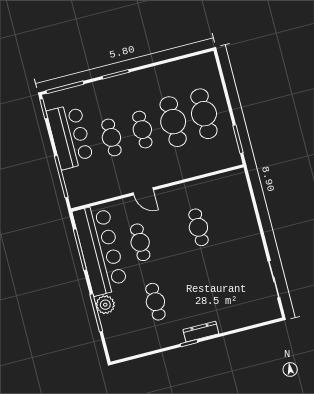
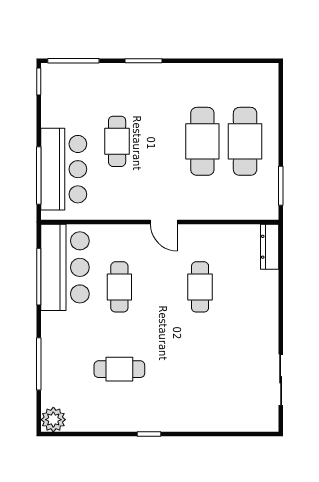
cafe table: (142, 130) -> (160, 141), removed
bar counter: (70, 136) -> (64, 169), moved
door: (143, 191) -> (164, 222), moved
bar counter: (100, 250) -> (65, 267), width x0.73
cafe table: (155, 302) -> (119, 369), turned 90
plant: (105, 305) -> (53, 420), moved
dresser: (201, 332) -> (270, 247), moved, turned -90

